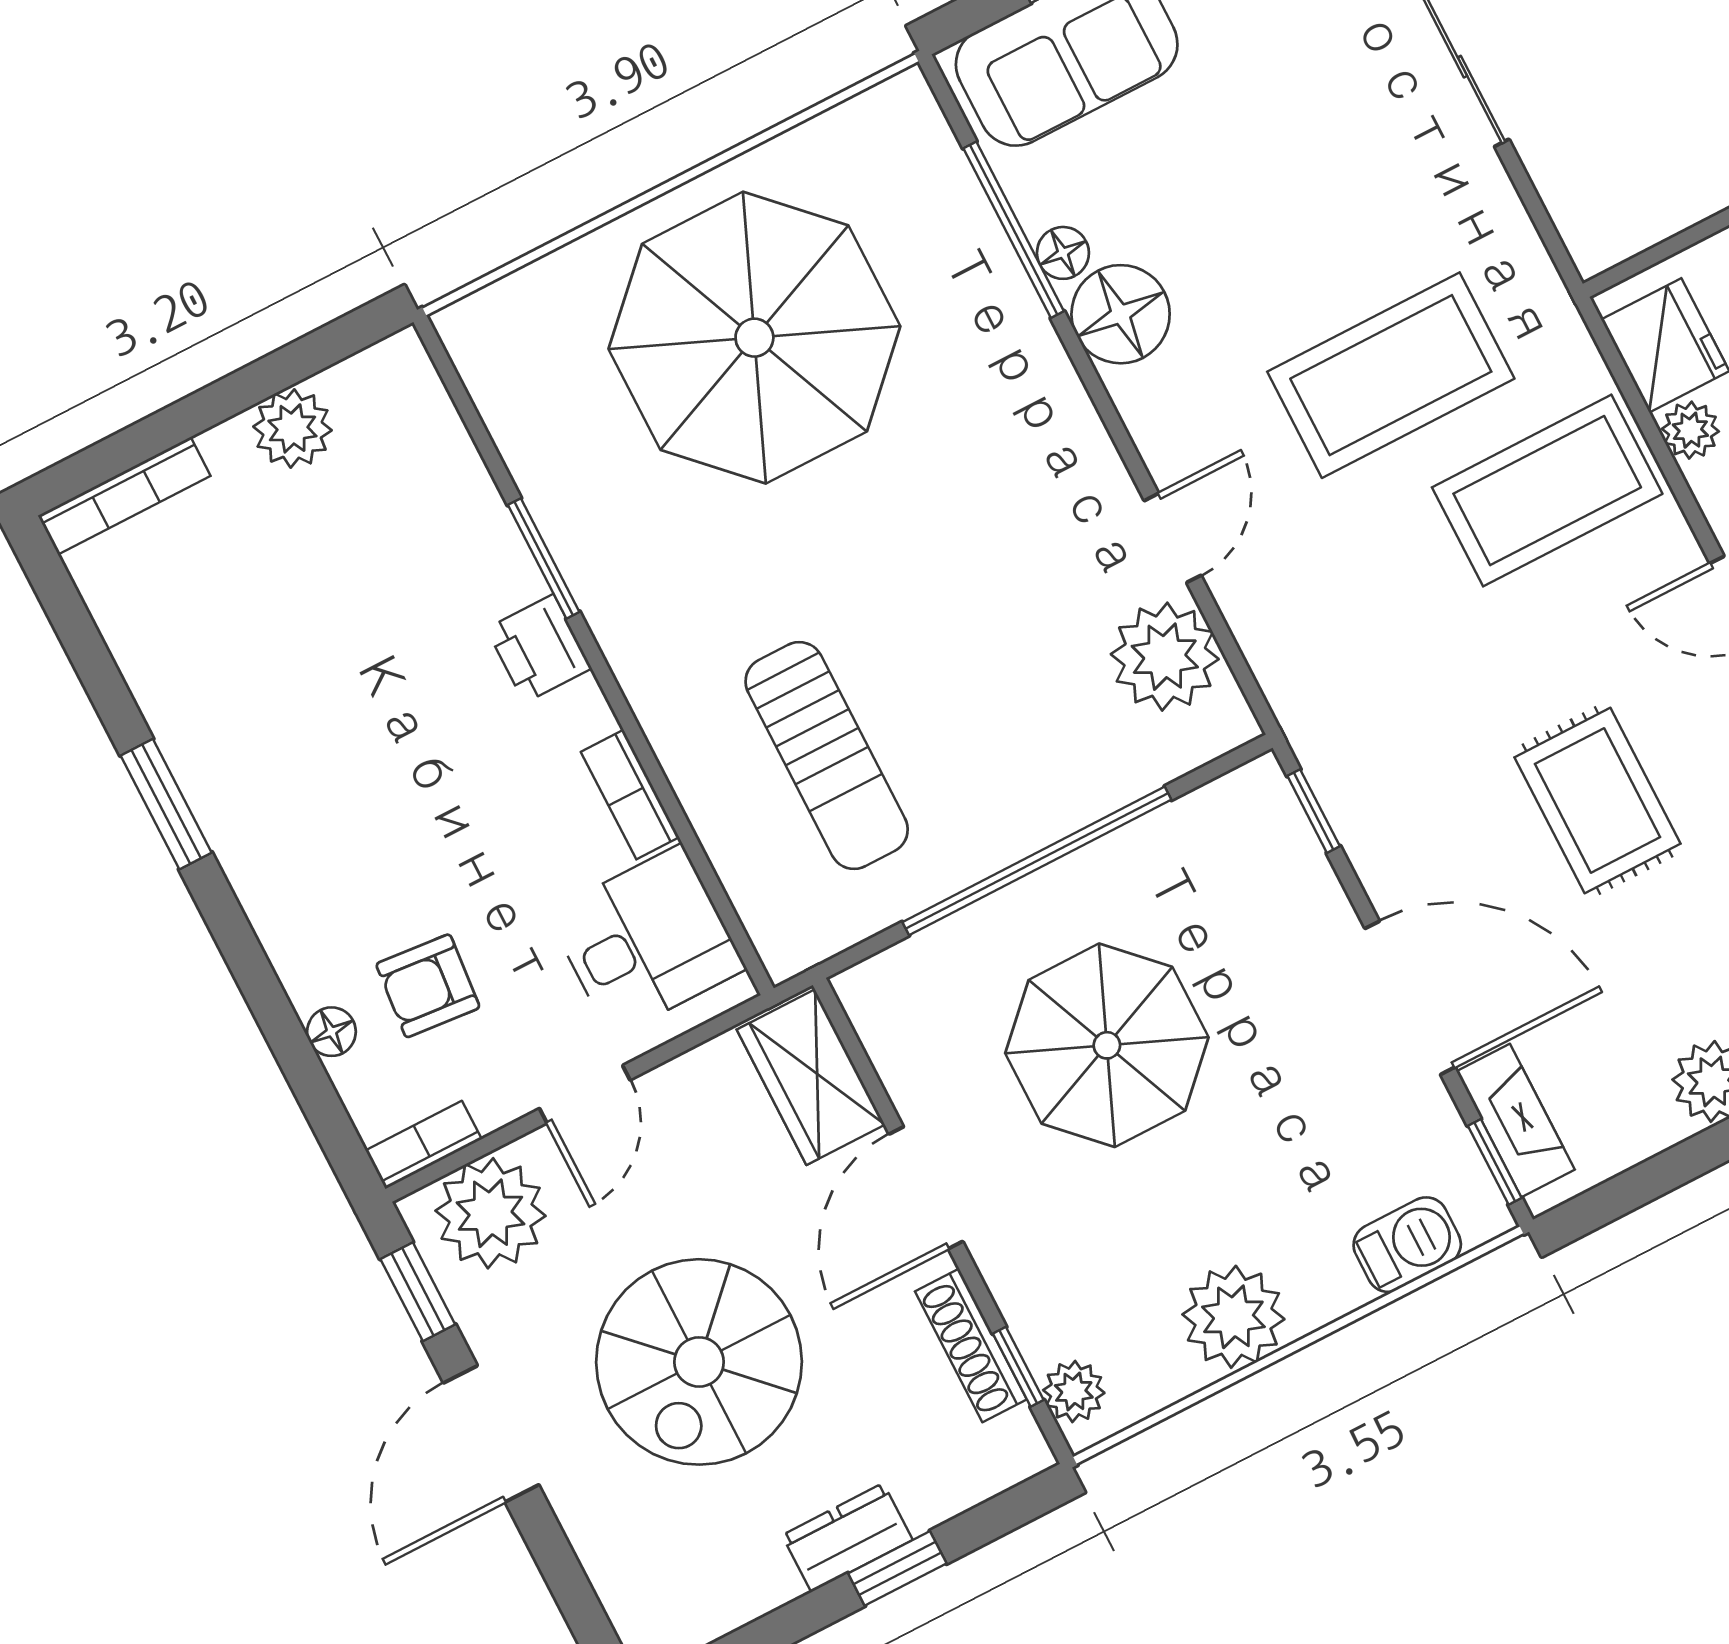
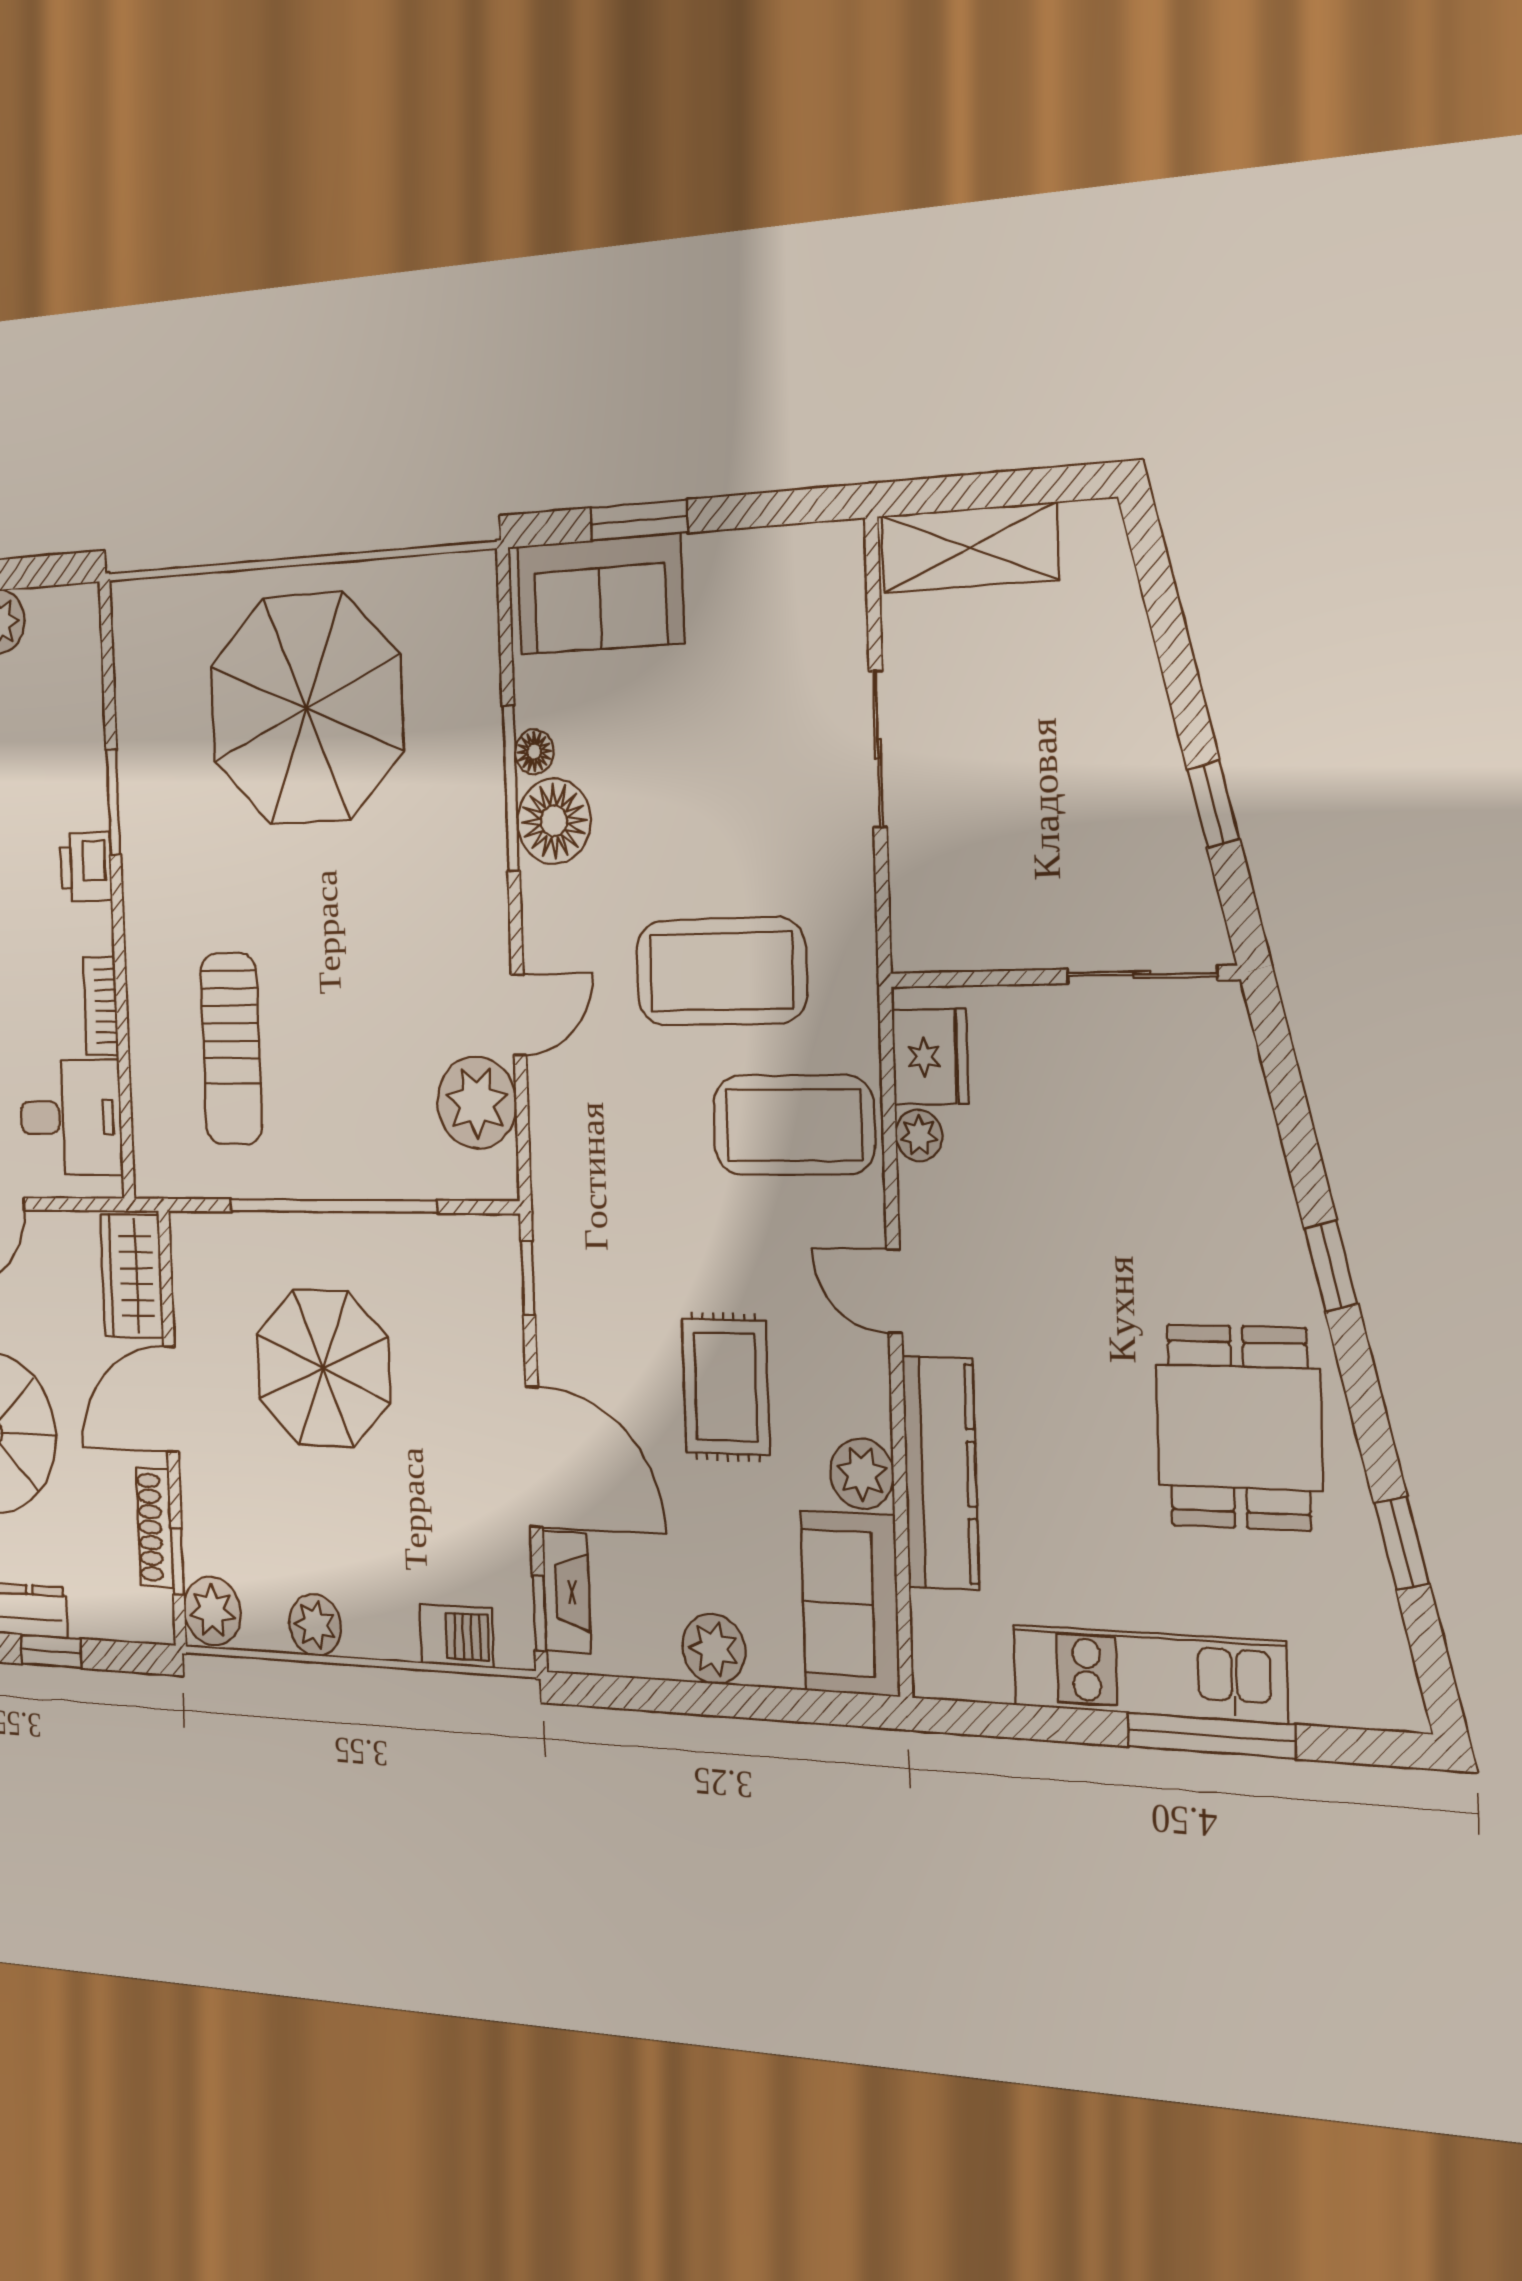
window: (1014, 230) -> (511, 788), moved
plant: (1233, 1317) -> (315, 1625), width x0.73, depth x0.73
plant: (1074, 1391) -> (212, 1611), width x1.38, depth x1.38

